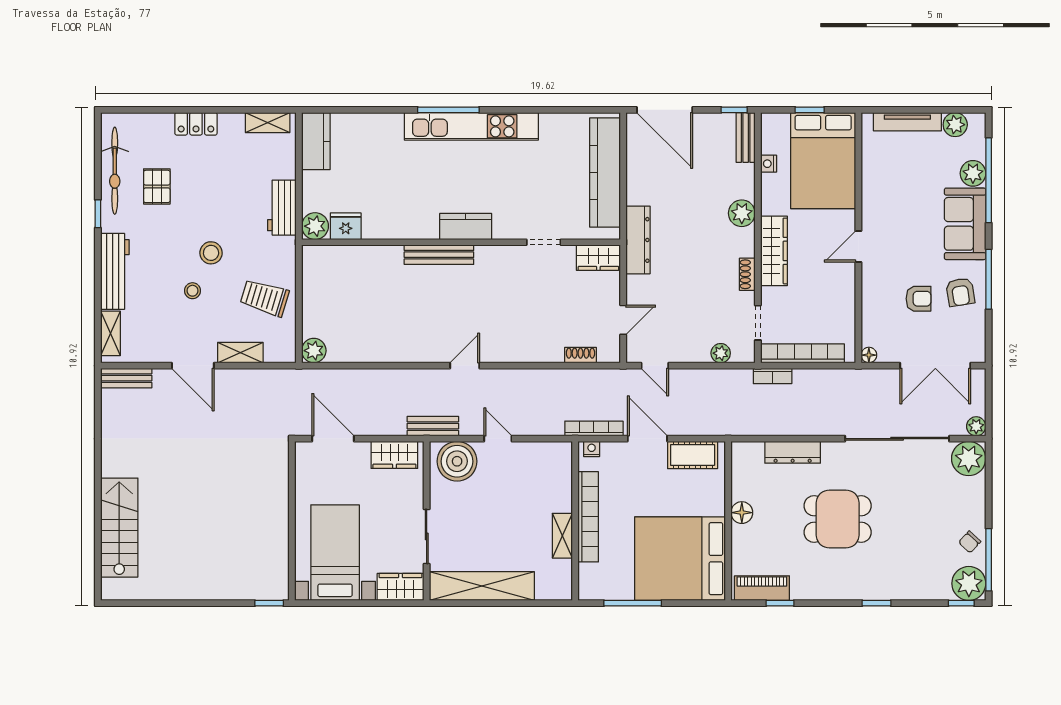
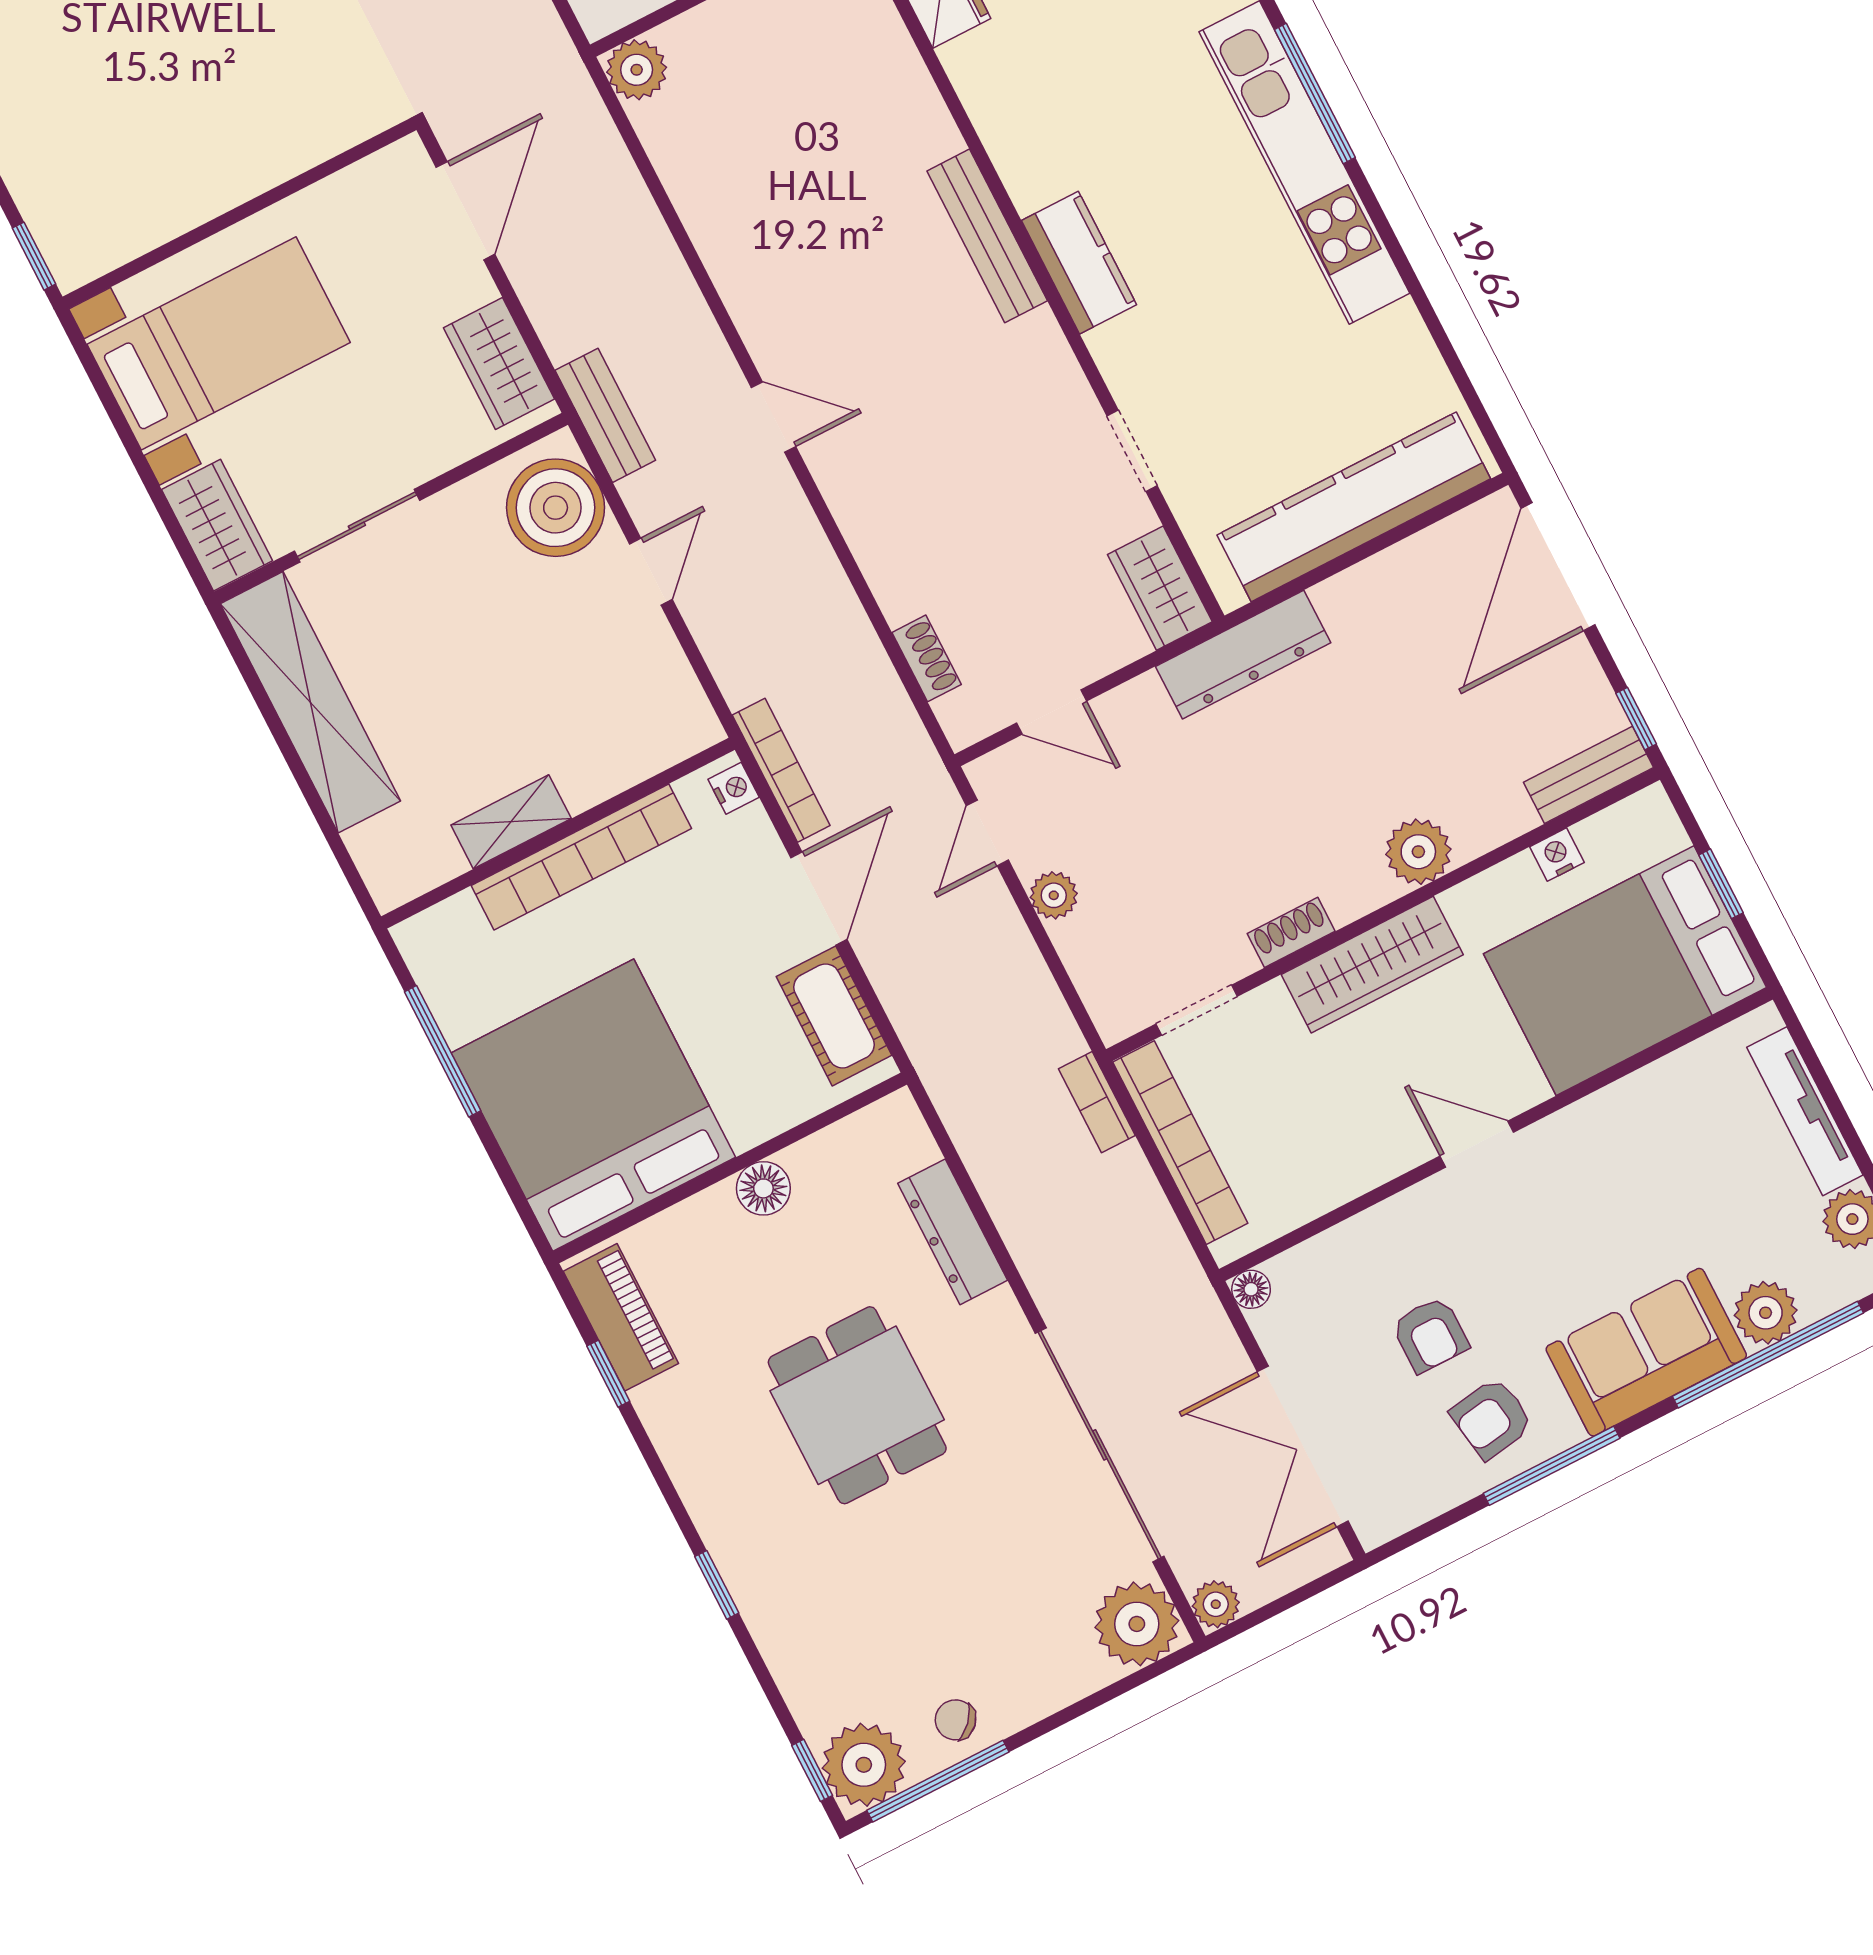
plant: (721, 353) -> (1054, 895), moved

